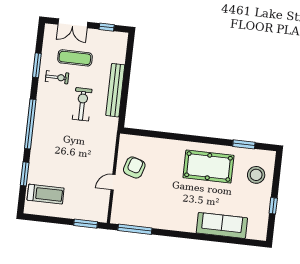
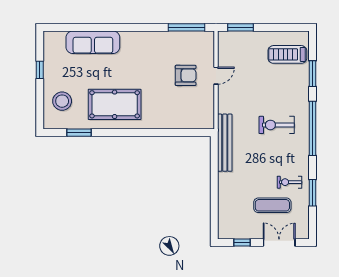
bench: (115, 90) -> (225, 143), moved
exercise bike: (82, 104) -> (277, 125), moved, turned 90
armchair: (134, 167) -> (186, 75), moved, turned -108

